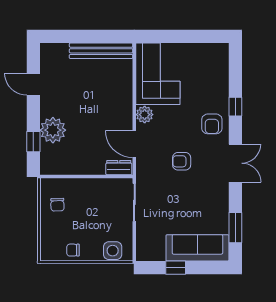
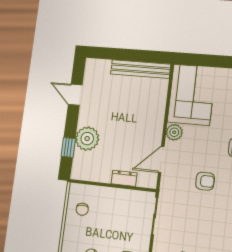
door: (134, 144) -> (161, 160), hinge flipped
armchair: (182, 161) -> (205, 181), turned 180
dresser: (119, 168) -> (124, 178), moved

